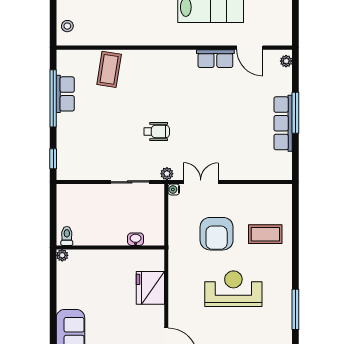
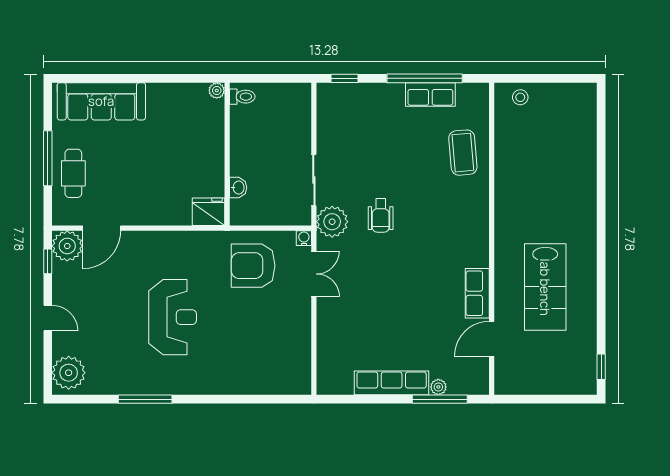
plant: (286, 61) -> (438, 387), moved
coffee table: (109, 69) -> (463, 153), turned 76
window: (295, 113) -> (440, 399), moved
plant: (167, 174) -> (332, 222), width x1.88, depth x1.88
armchair: (217, 234) -> (253, 266), moved
coffee table: (265, 234) -> (245, 359), removed
fridge: (150, 288) -> (209, 212), moved, width x0.73, depth x0.75

